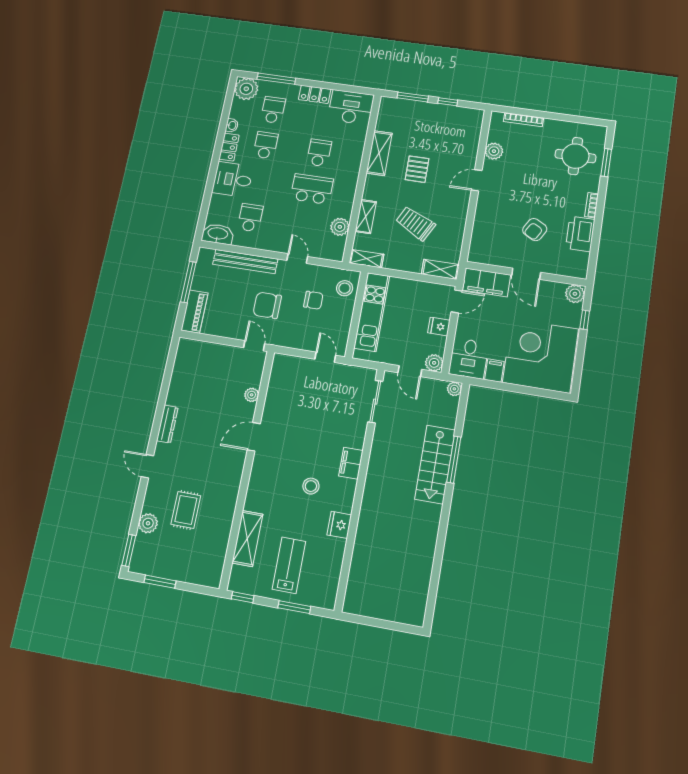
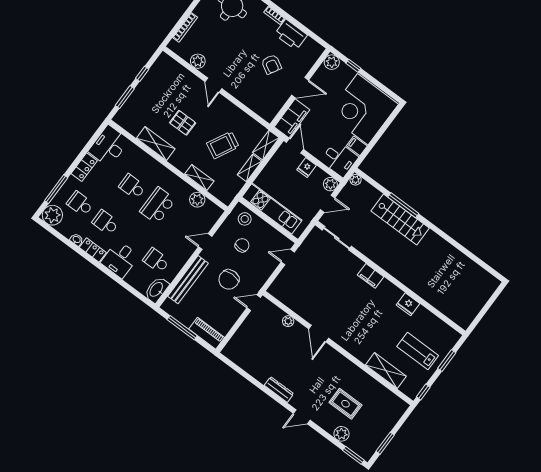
shelving: (367, 259) -> (250, 168), moved
stool: (311, 486) -> (372, 311), removed

